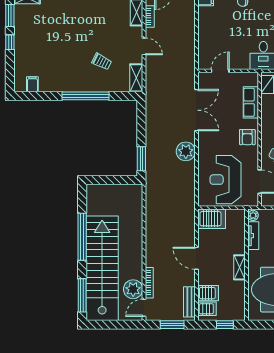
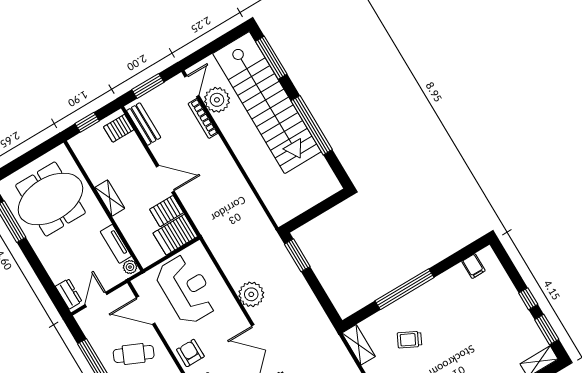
server rack: (208, 293) -> (167, 211), moved

